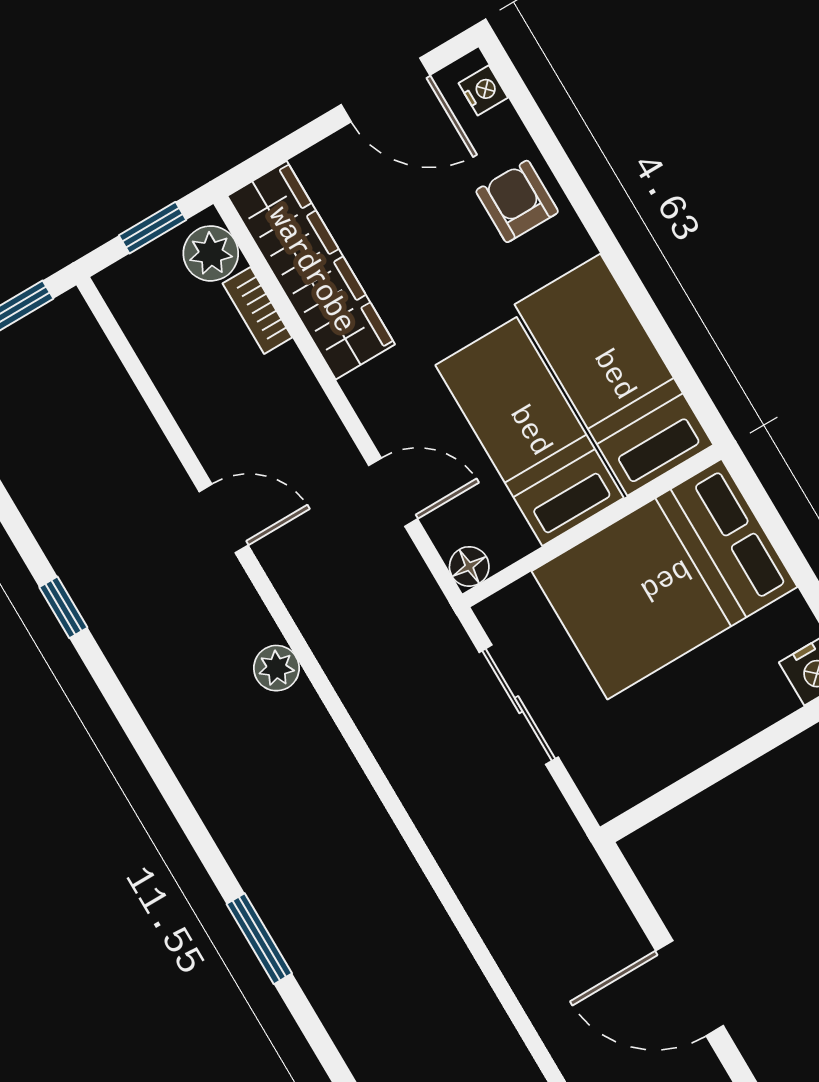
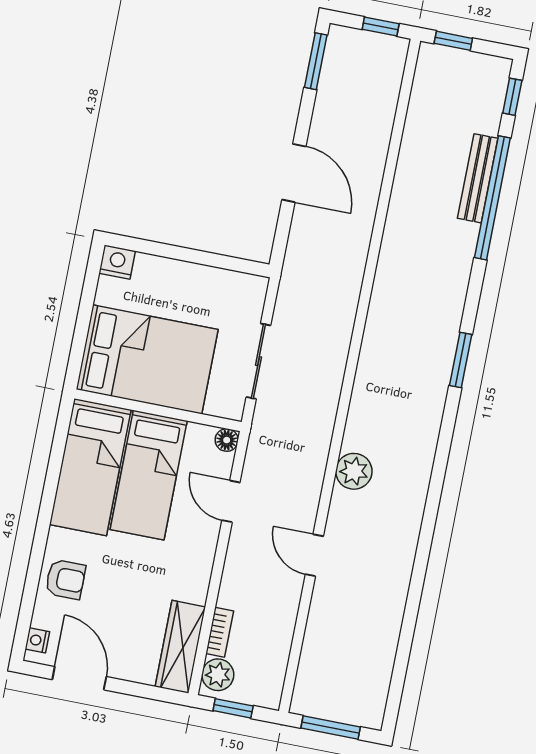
armchair: (517, 201) -> (65, 579), turned -90
wardrobe: (311, 270) -> (180, 647), width x0.71, depth x0.85
window: (63, 607) -> (418, 579), removed
plant: (276, 668) -> (354, 471), width x1.38, depth x1.38

